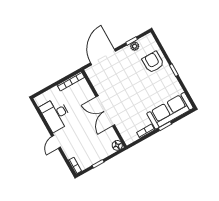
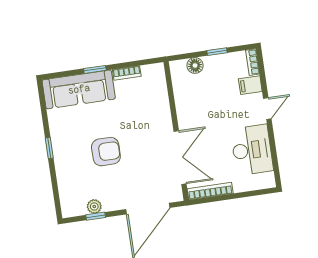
armchair: (153, 62) -> (106, 152), moved, turned -90
double door: (105, 111) -> (180, 158), moved
floor lamp: (117, 145) -> (195, 65), moved
filing cabinet: (71, 152) -> (250, 85), added

